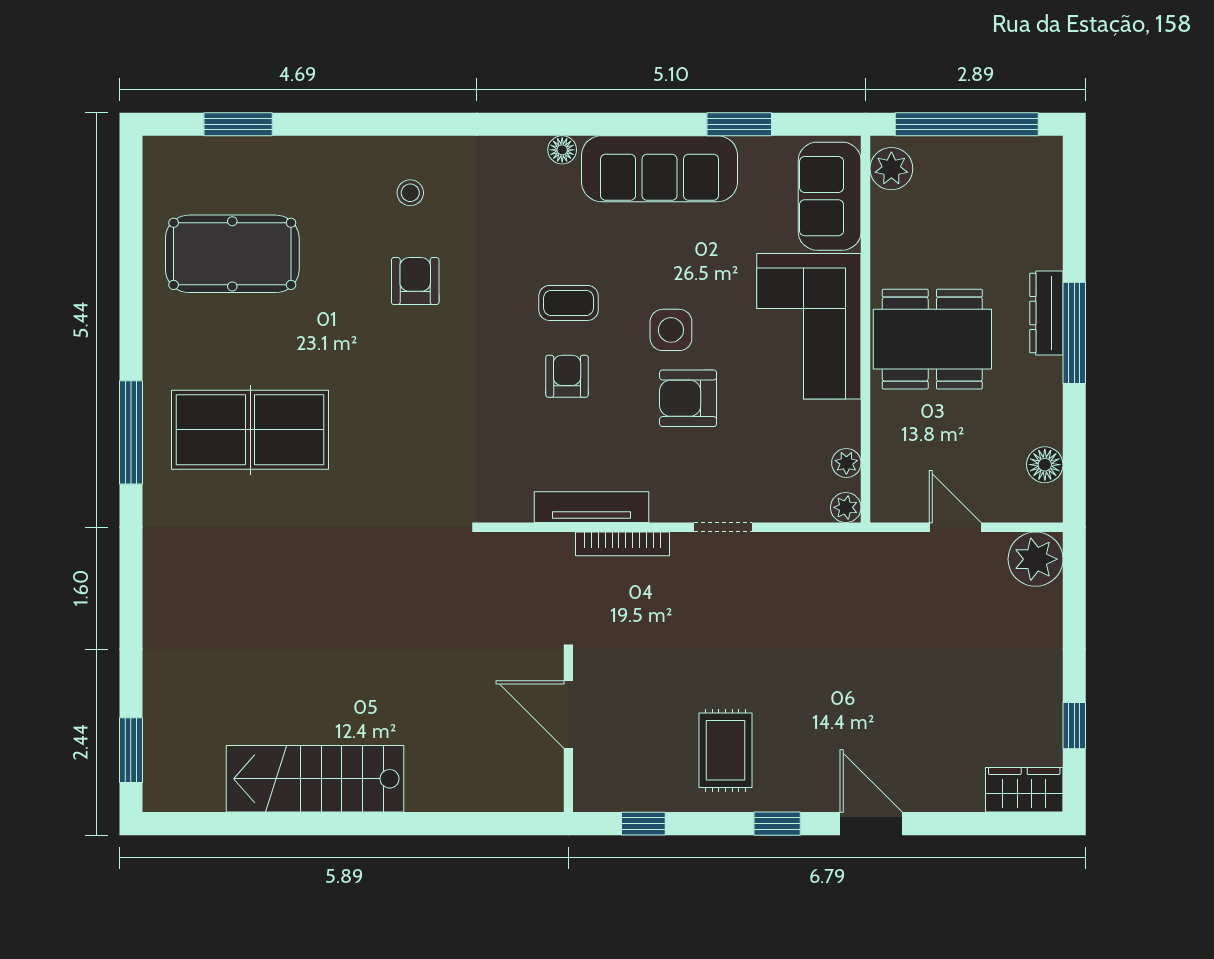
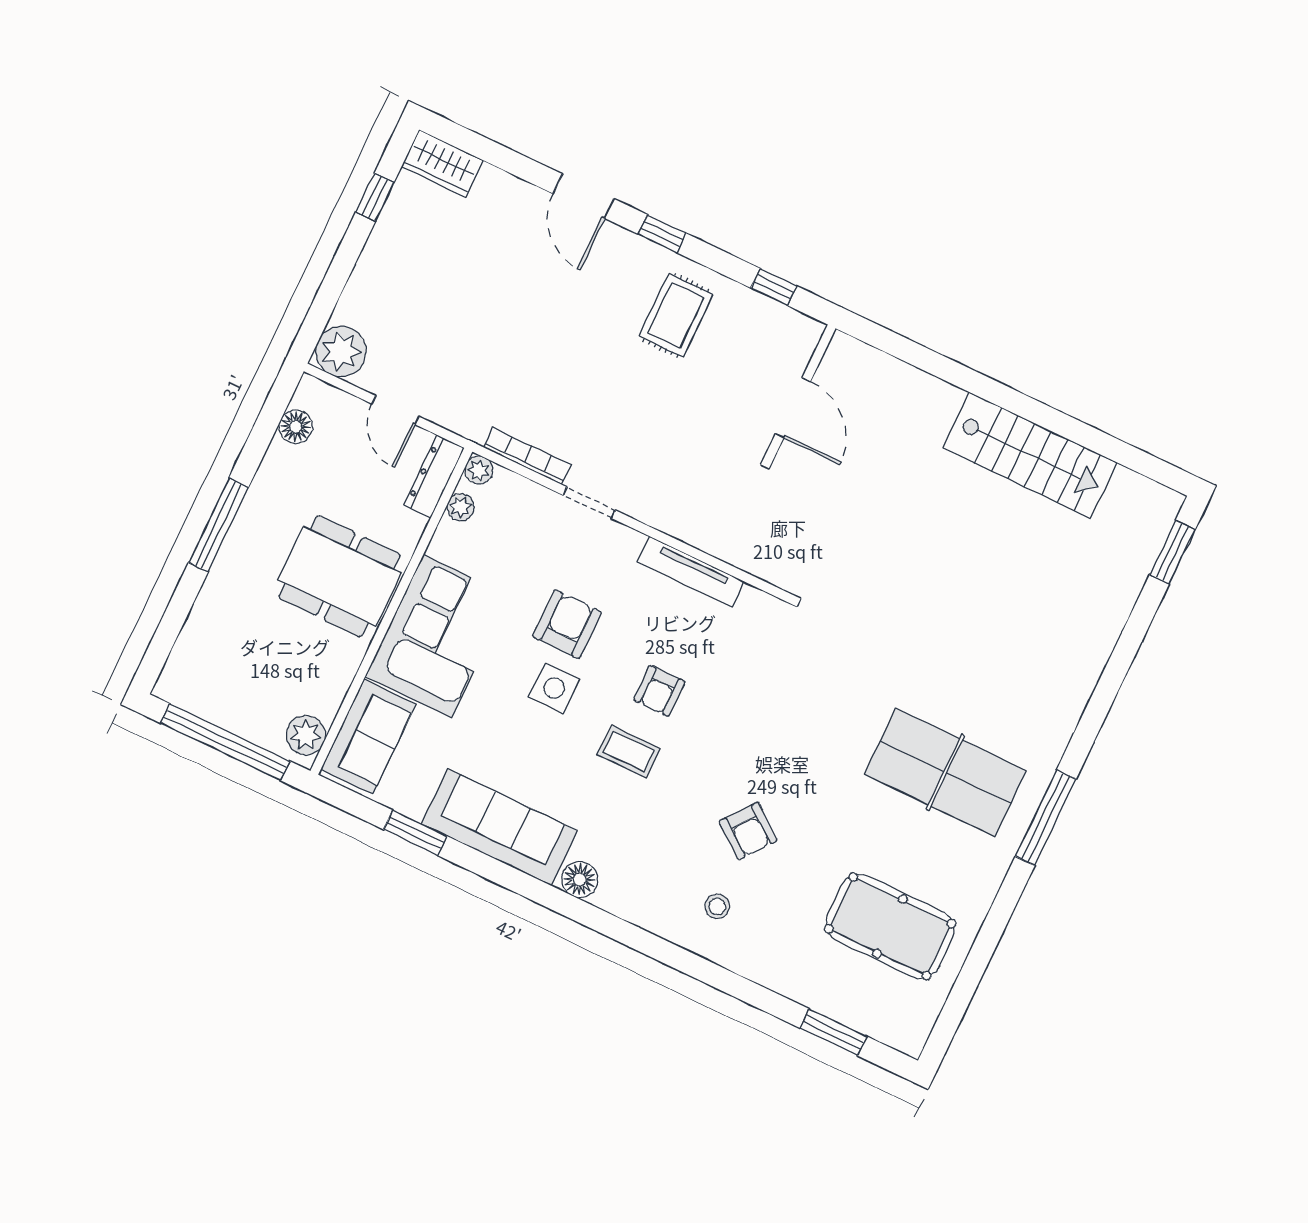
floor lamp: (562, 150) -> (580, 879), width x1.37, depth x1.37
armchair: (415, 281) -> (748, 831), turned -52
dresser: (1046, 313) -> (434, 477), moved, turned 180
armchair: (688, 398) -> (567, 624), turned -90
bookcase: (622, 544) -> (527, 456), moved

